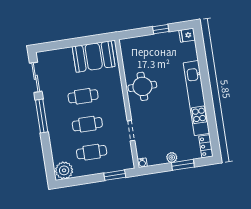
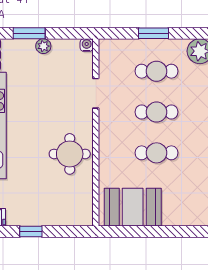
window: (115, 175) -> (154, 33), moved

